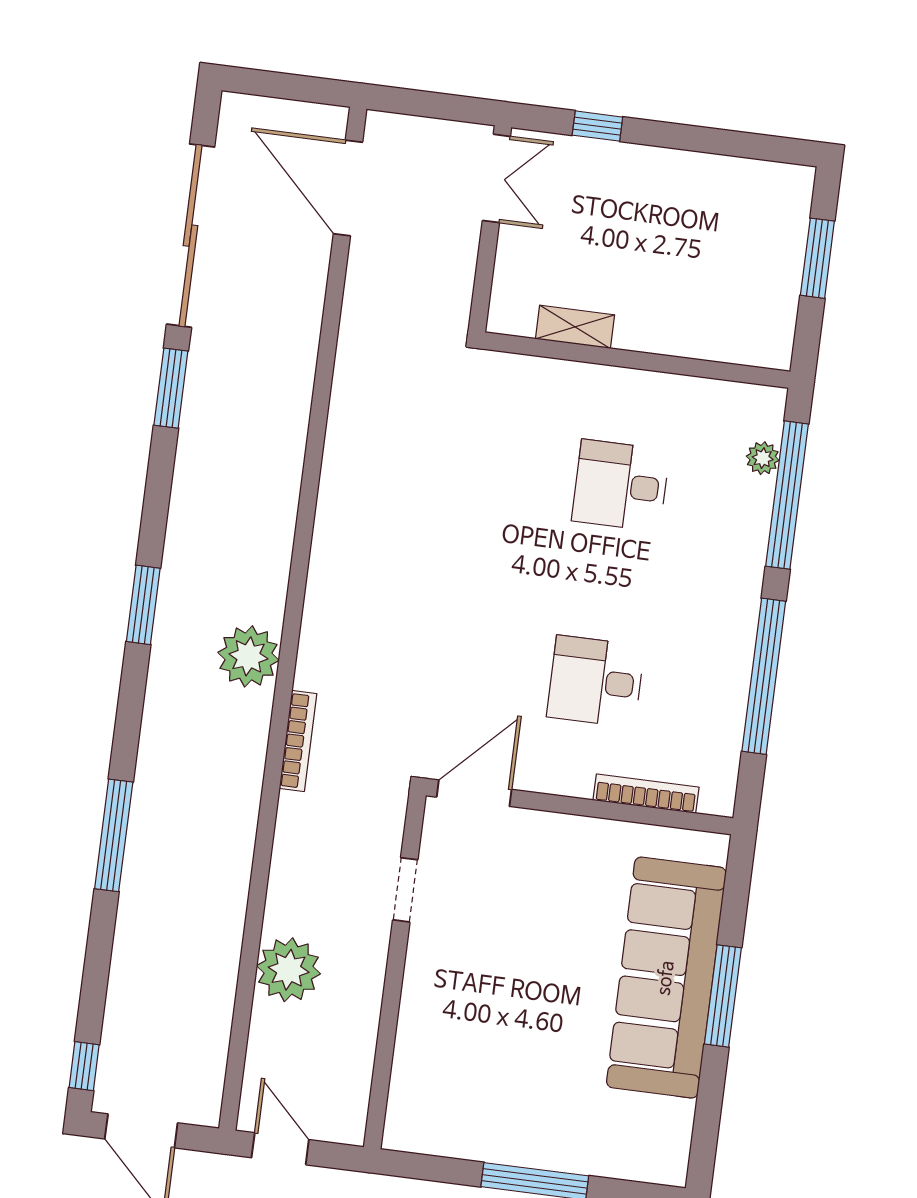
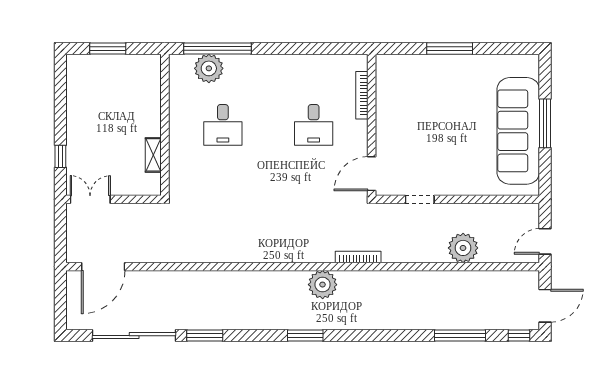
plant: (763, 458) -> (209, 68), width x1.88, depth x1.88
window: (764, 676) -> (301, 48), removed
door: (474, 793) -> (372, 174), hinge flipped
window: (114, 835) -> (460, 336), moved
sofa: (666, 978) -> (518, 131), moved, turned 90

